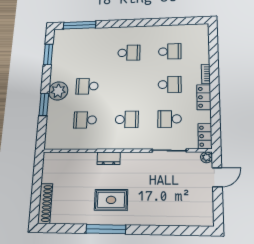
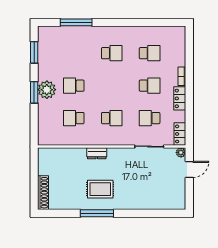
window: (79, 25) -> (76, 22), moved
window: (44, 104) -> (34, 92), moved

